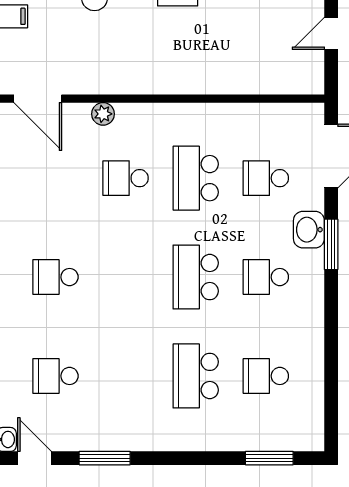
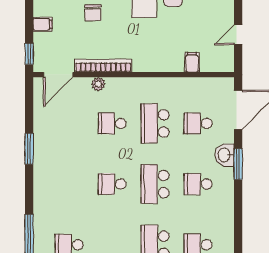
filing cabinet: (256, 79) -> (192, 62), added
bookcase: (111, 84) -> (103, 66), added
door: (38, 99) -> (58, 75), hinge flipped
school desk: (55, 277) -> (112, 184), moved

